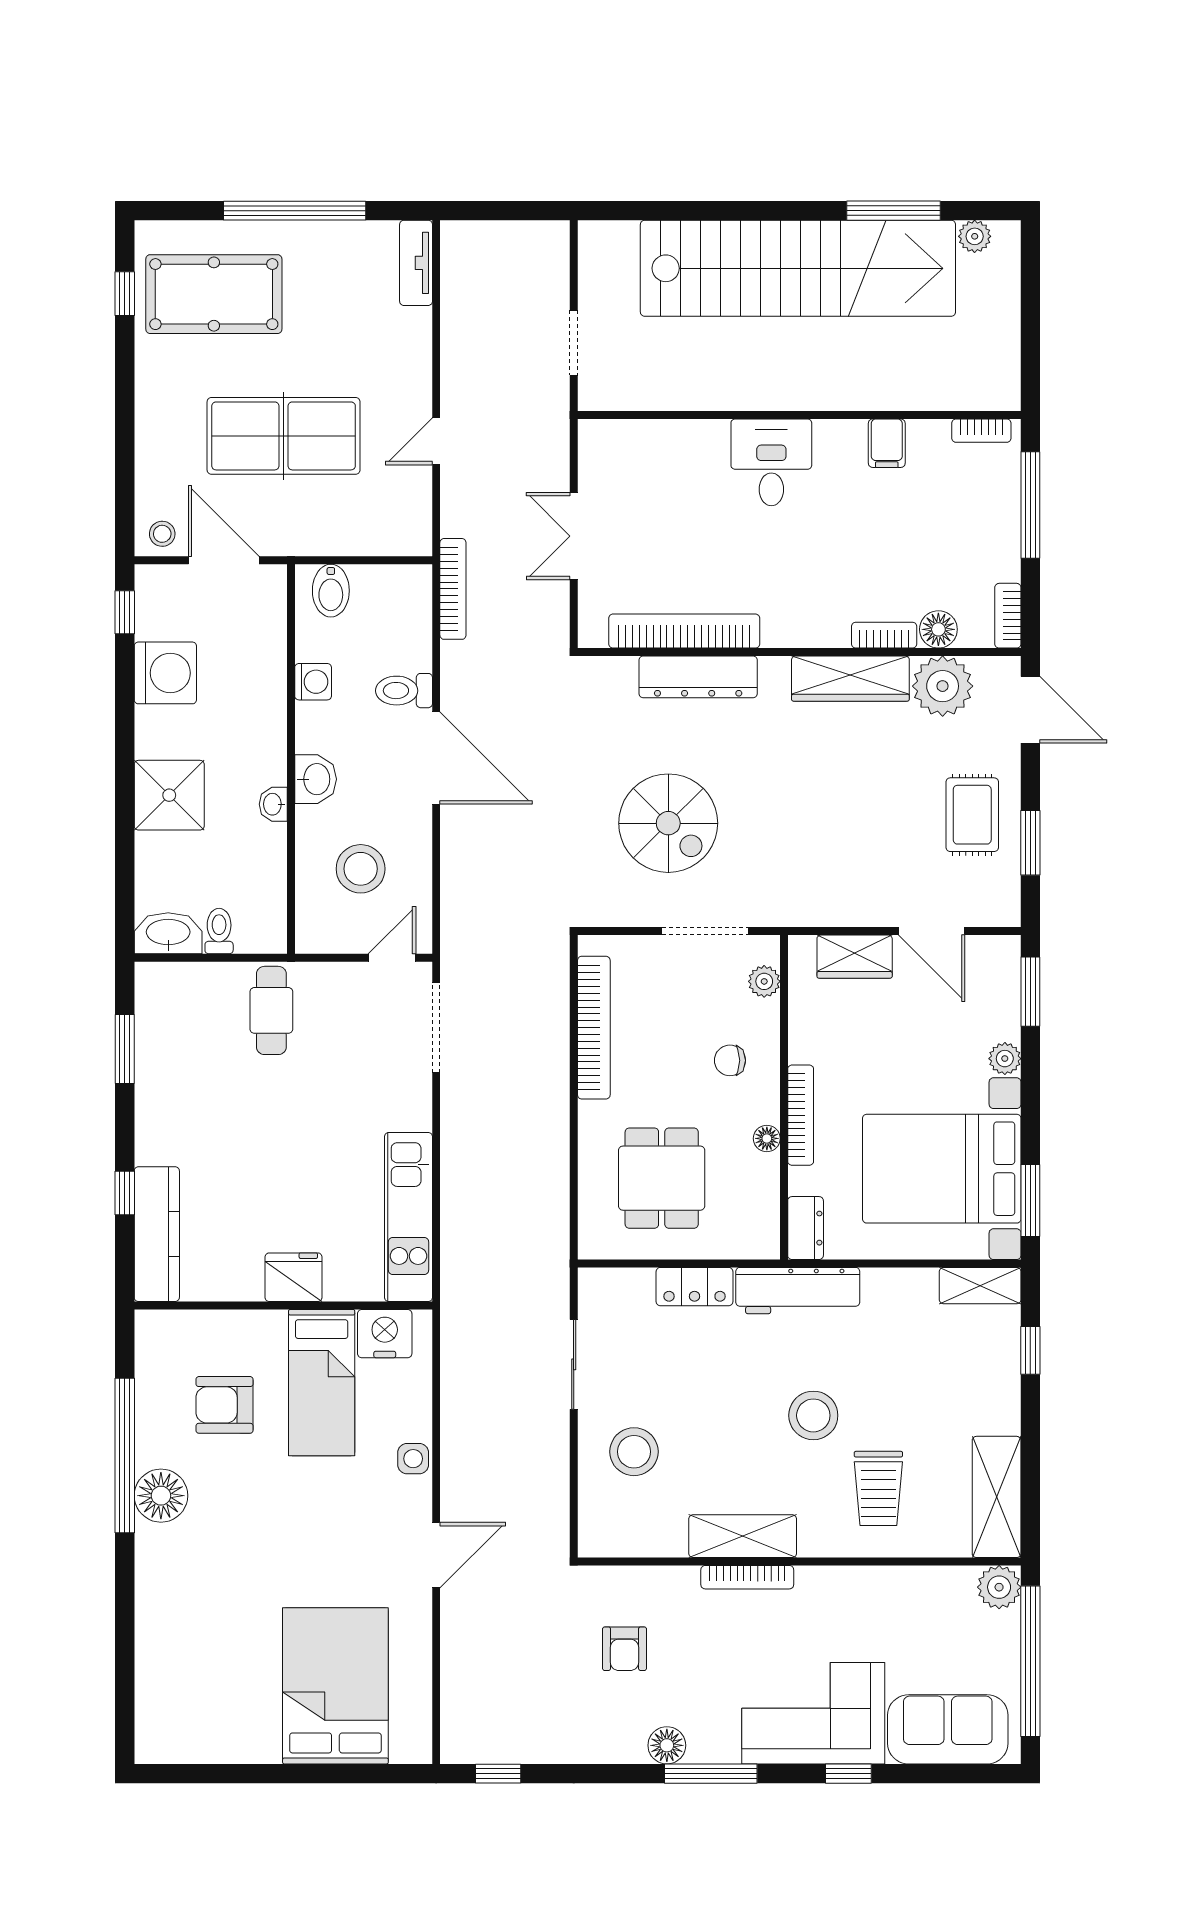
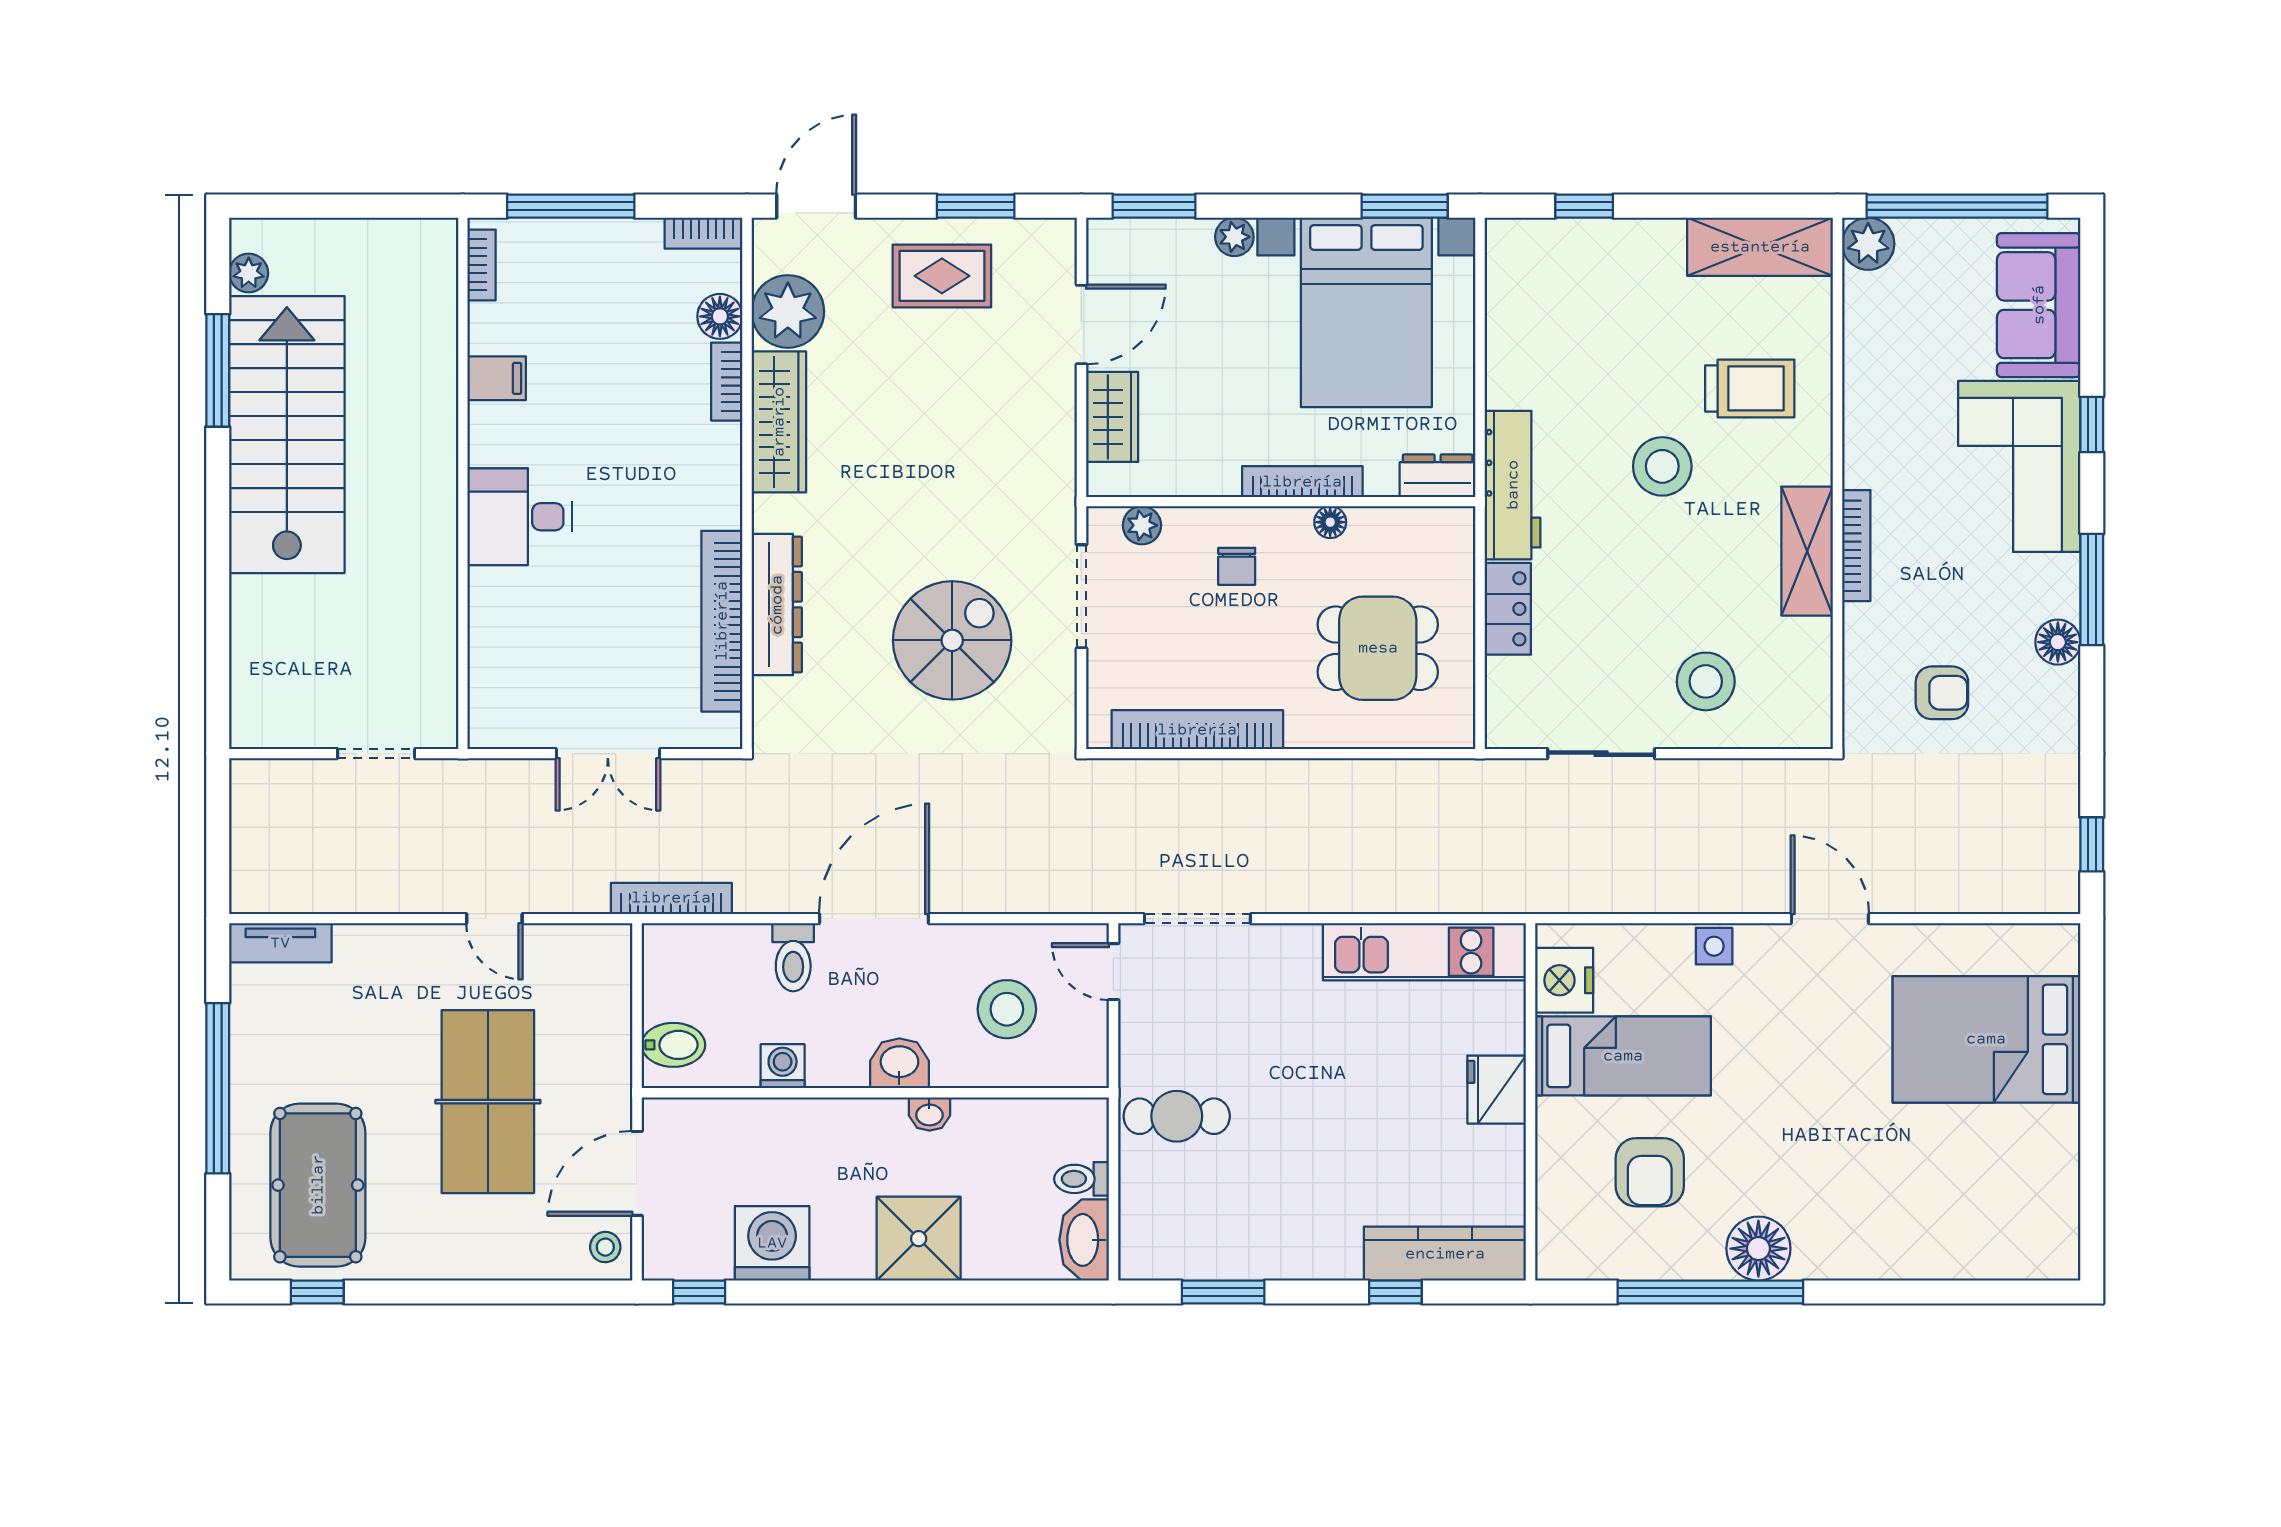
stairs: (798, 268) -> (287, 435), width x0.73
shelving: (980, 1286) -> (1507, 266), removed

